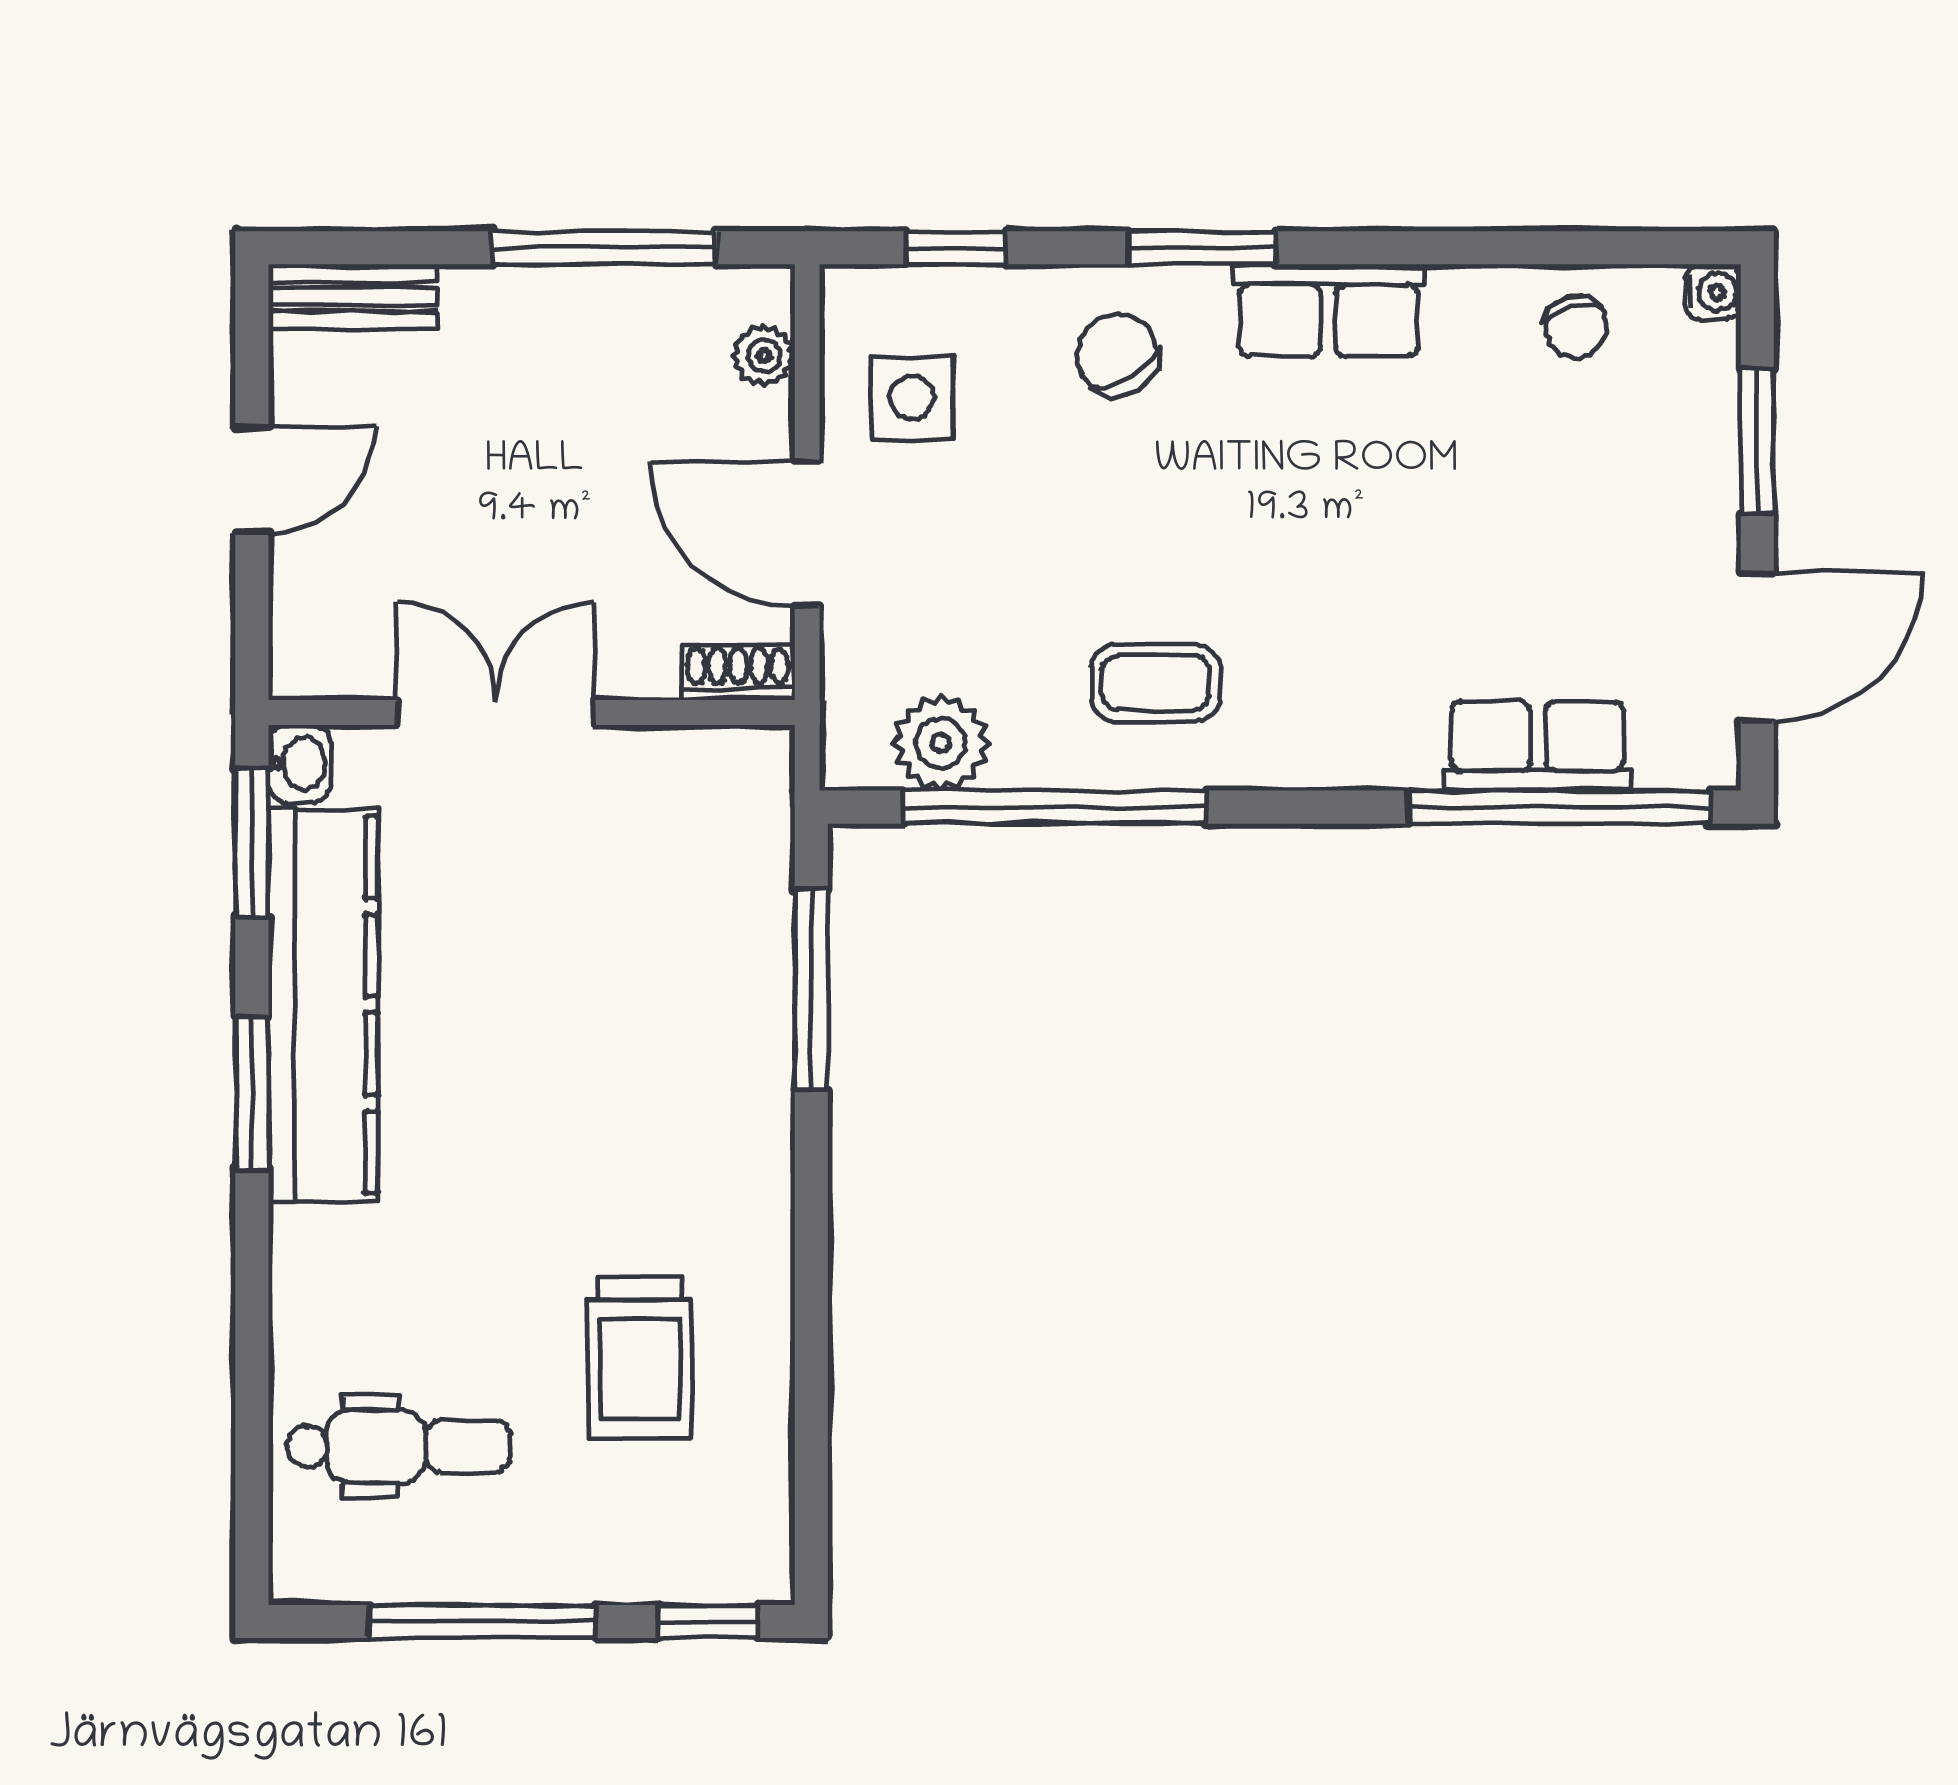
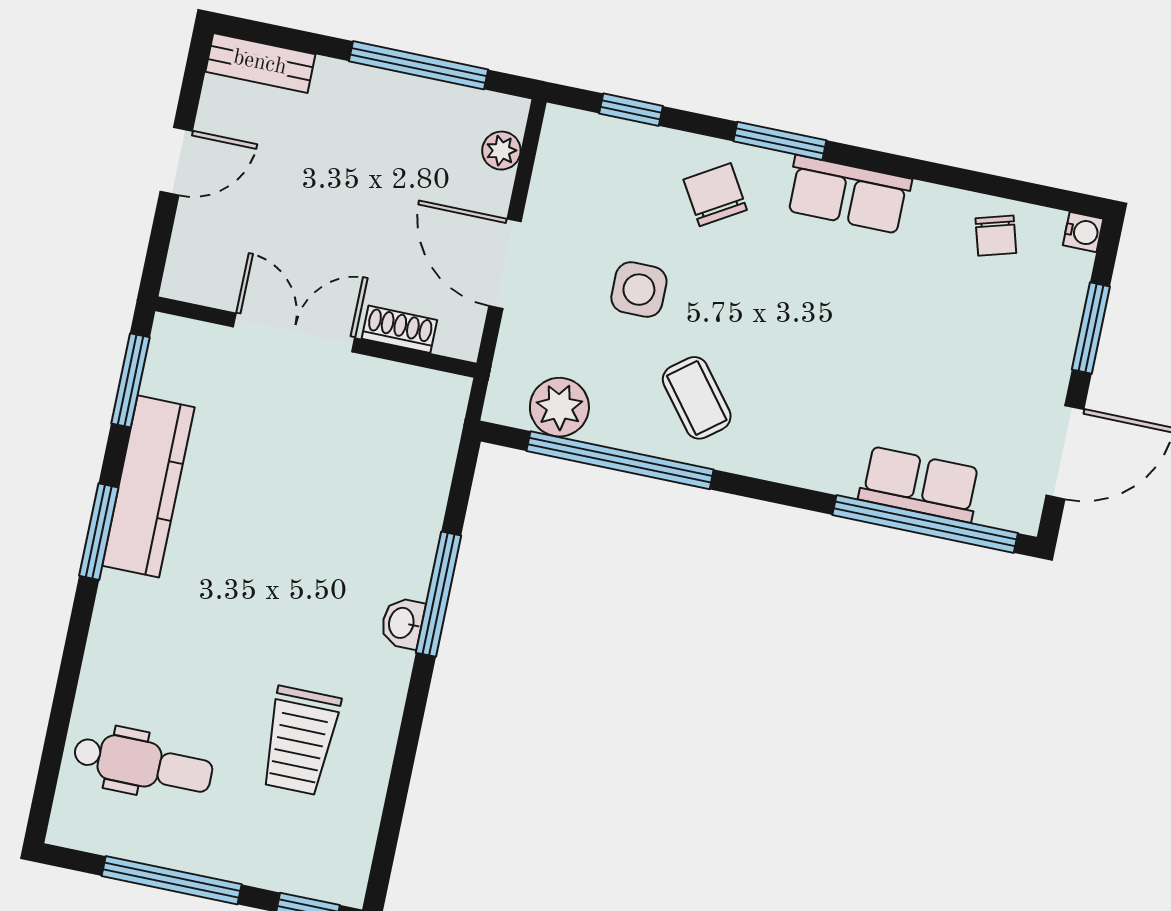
side table: (912, 398) -> (639, 290), moved
shoe rack: (738, 673) -> (399, 329), moved
coffee table: (1155, 683) -> (697, 398), turned 52
washbasin: (300, 764) -> (402, 623), moved, turned 180
window: (811, 990) -> (439, 594), moved
kitchen counter: (323, 1005) -> (148, 486), width x0.72, depth x0.86

